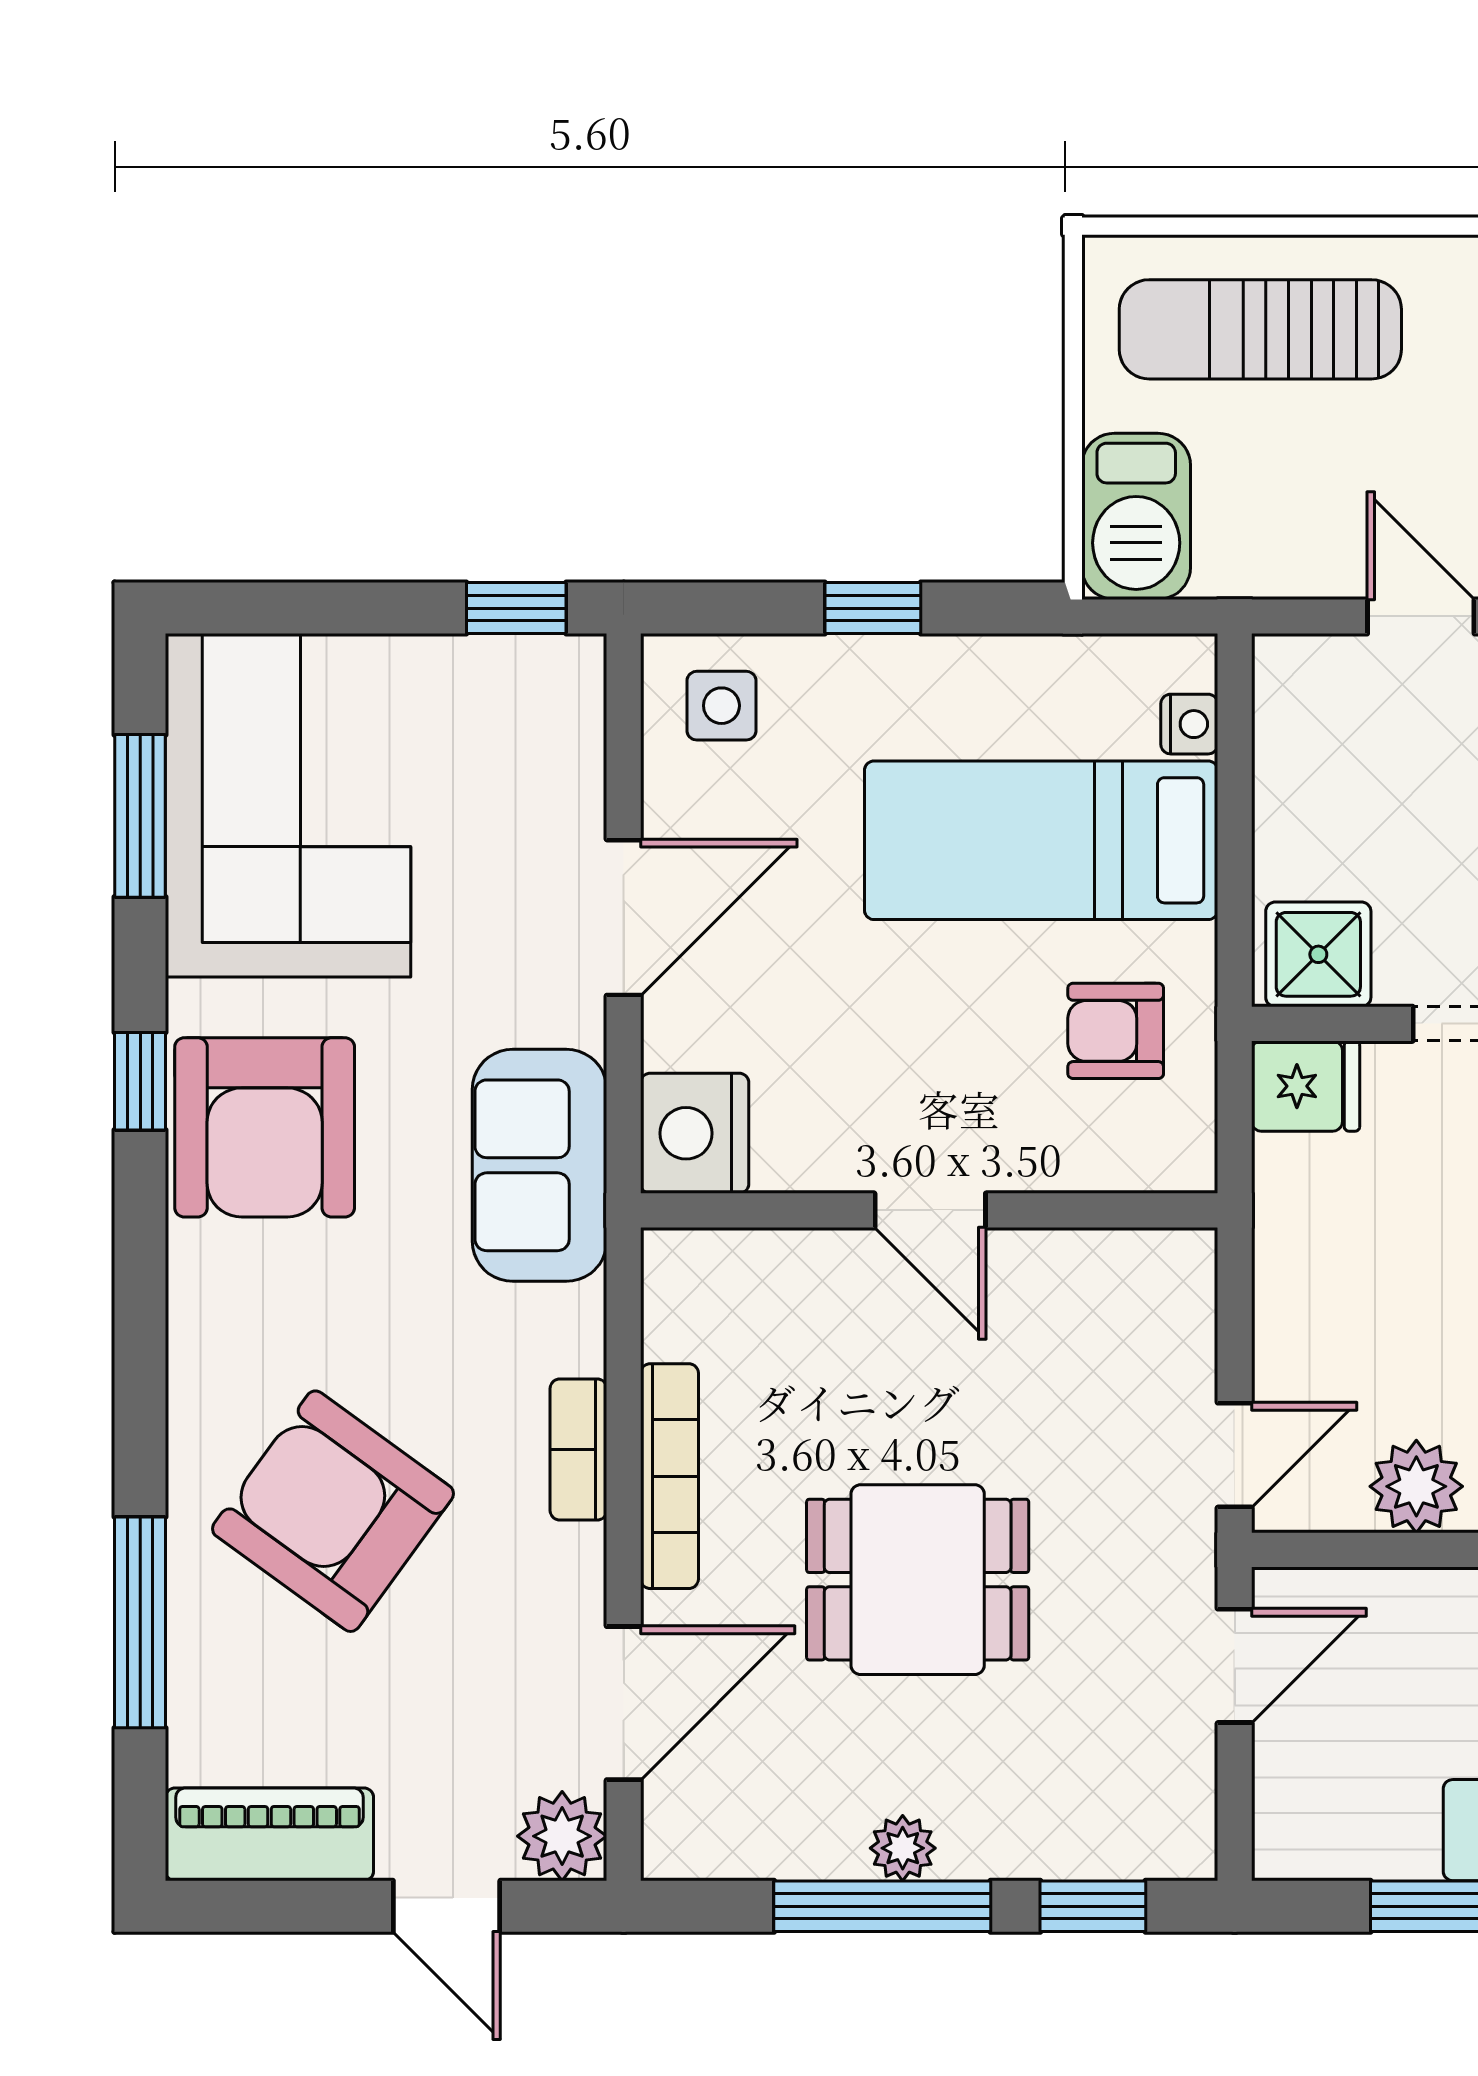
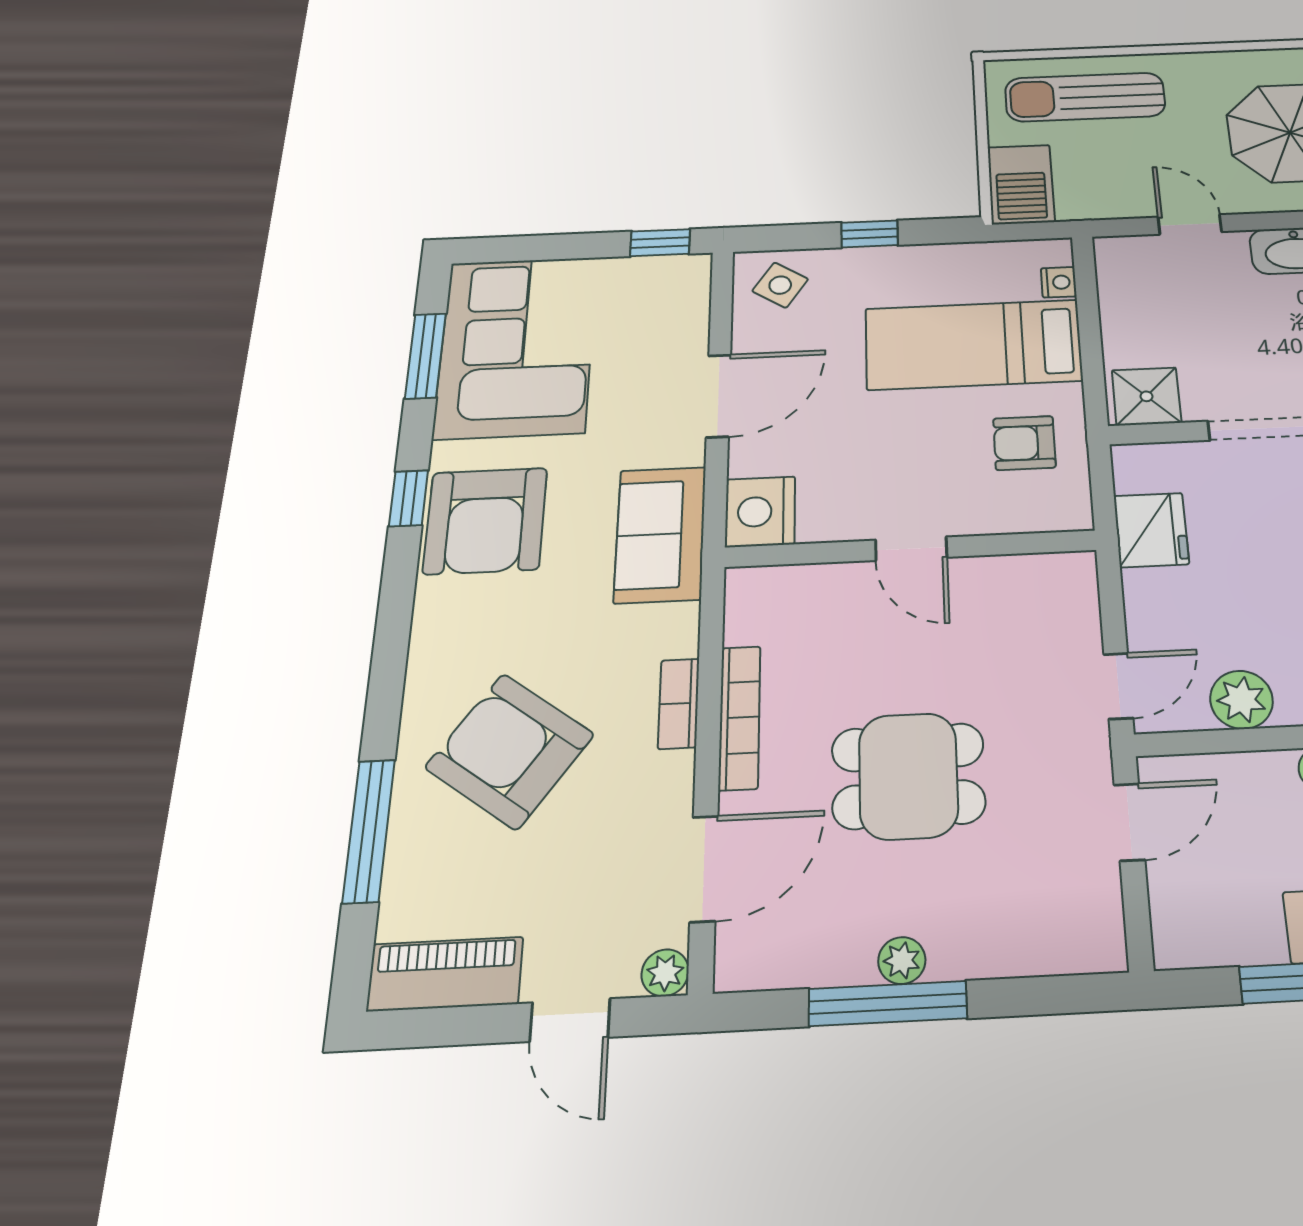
side table: (721, 706) -> (780, 285), turned 33
fridge: (1306, 1086) -> (1151, 530), moved, width x1.38
plant: (562, 1836) -> (665, 973), width x0.73, depth x0.73
window: (1093, 1906) -> (1041, 996), removed

